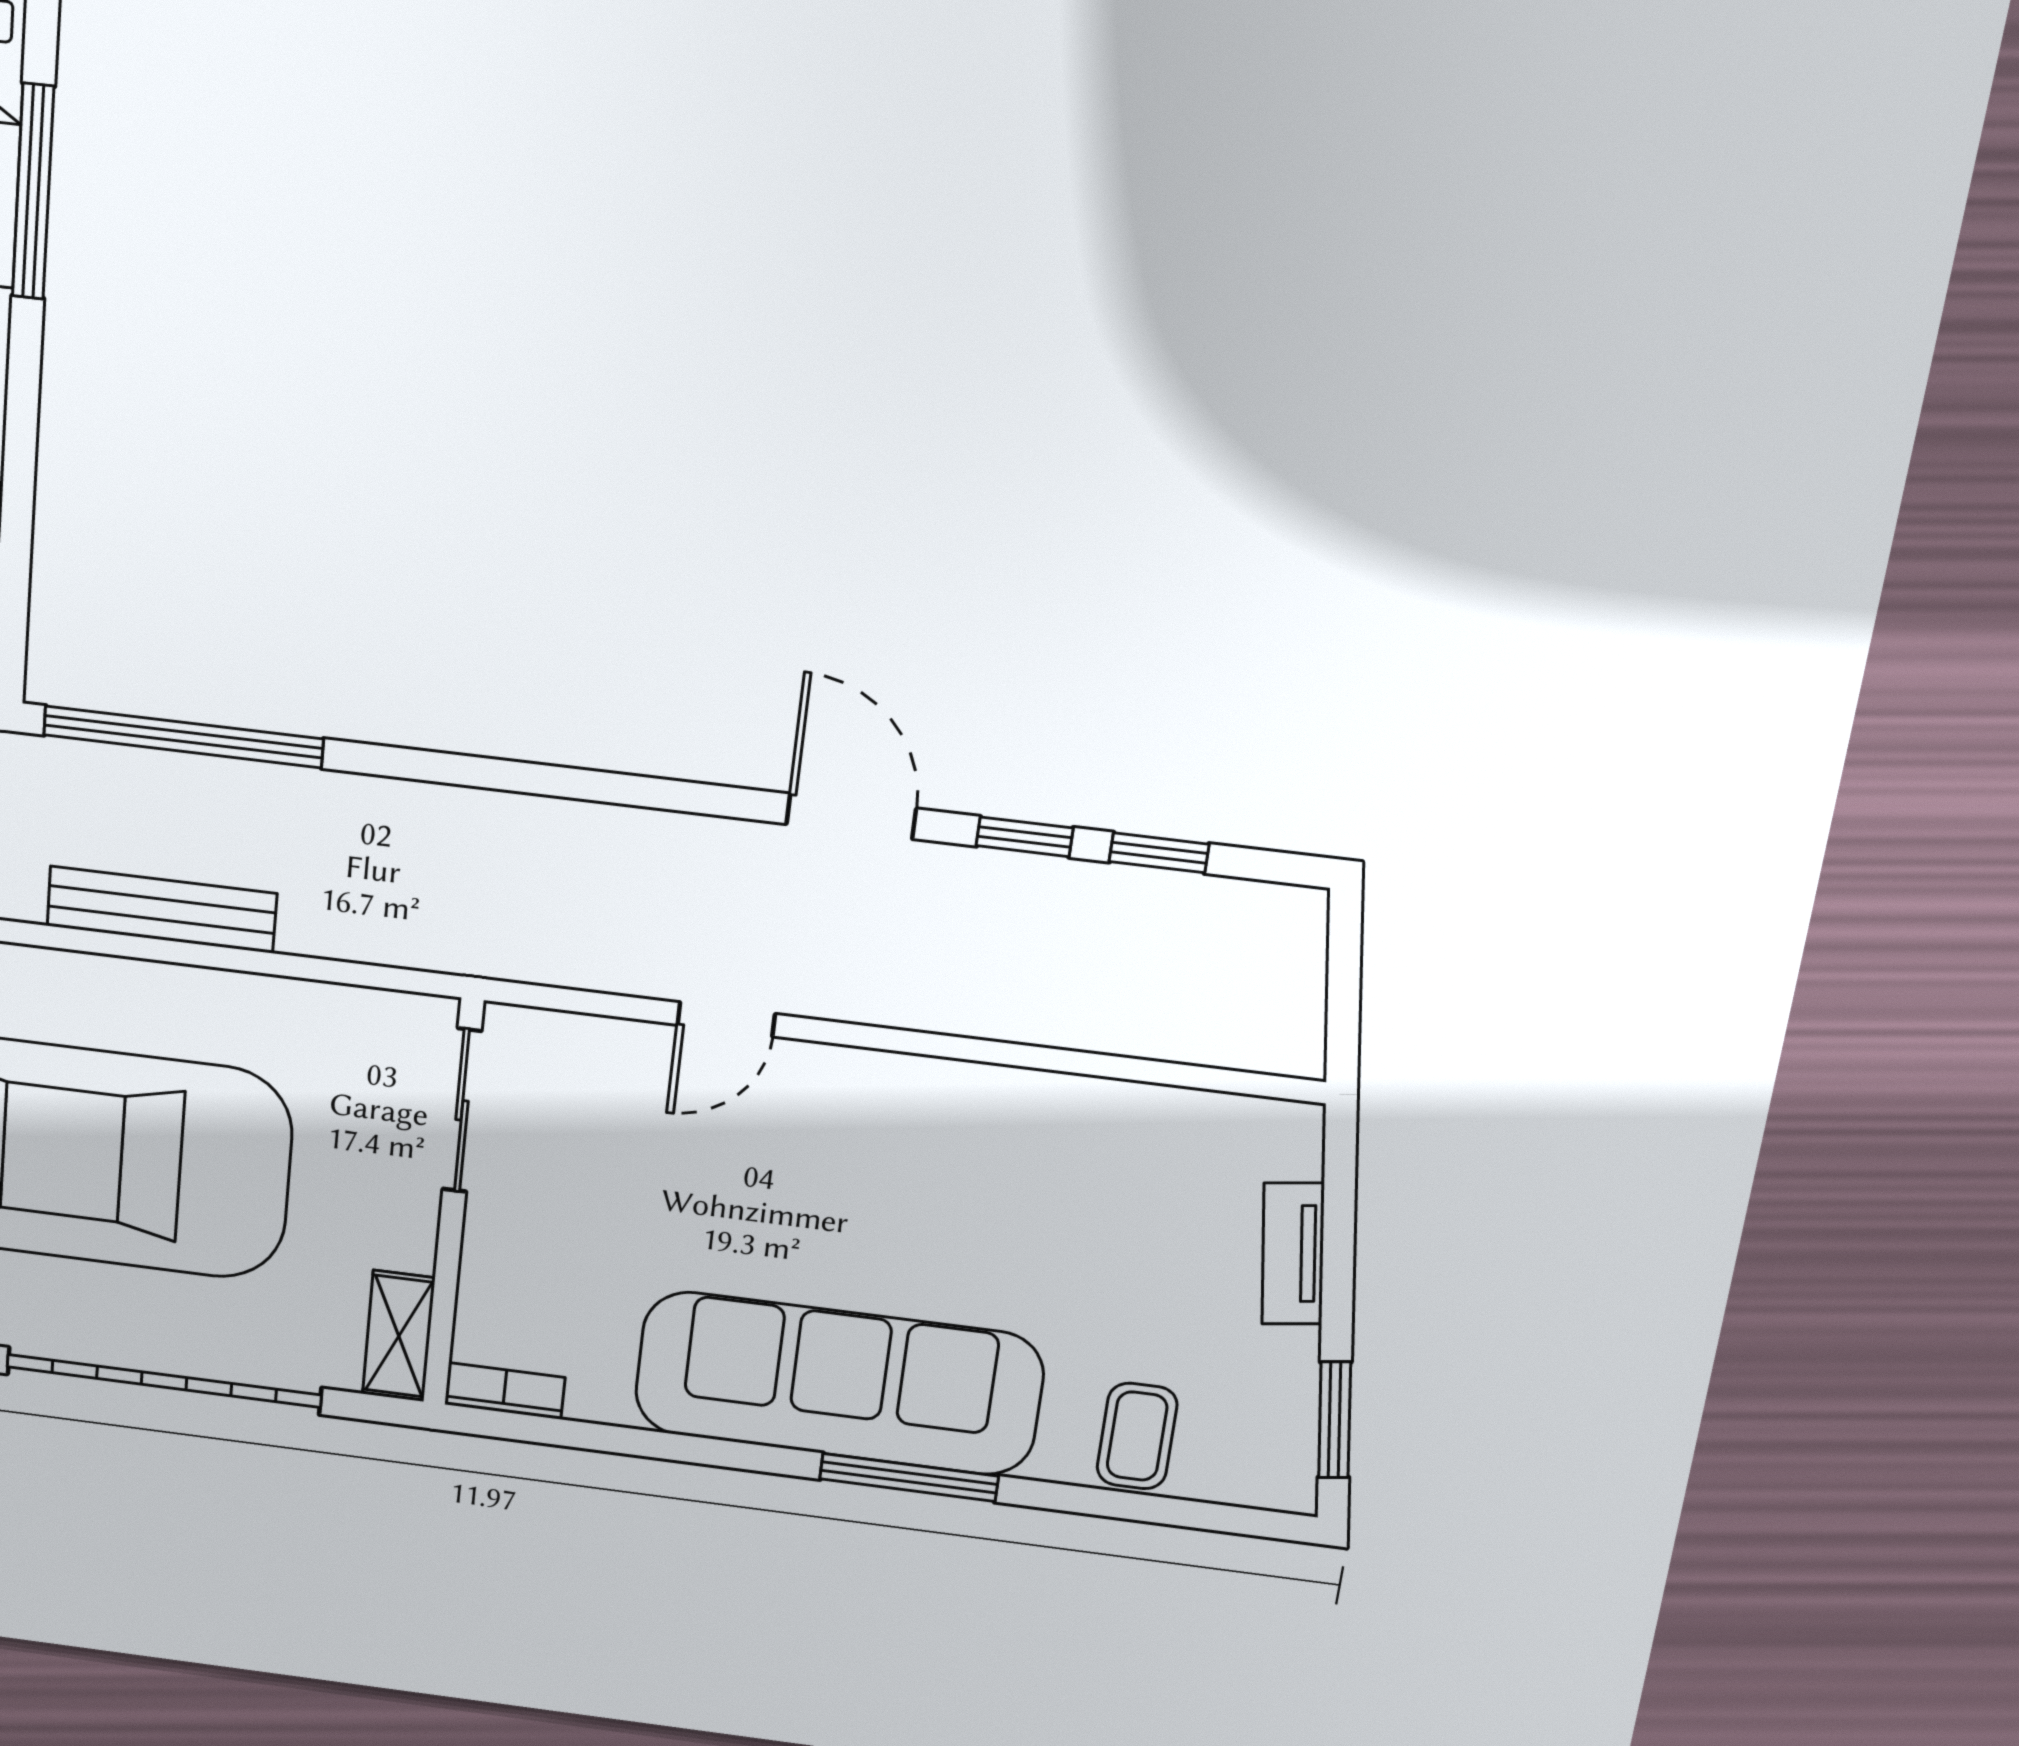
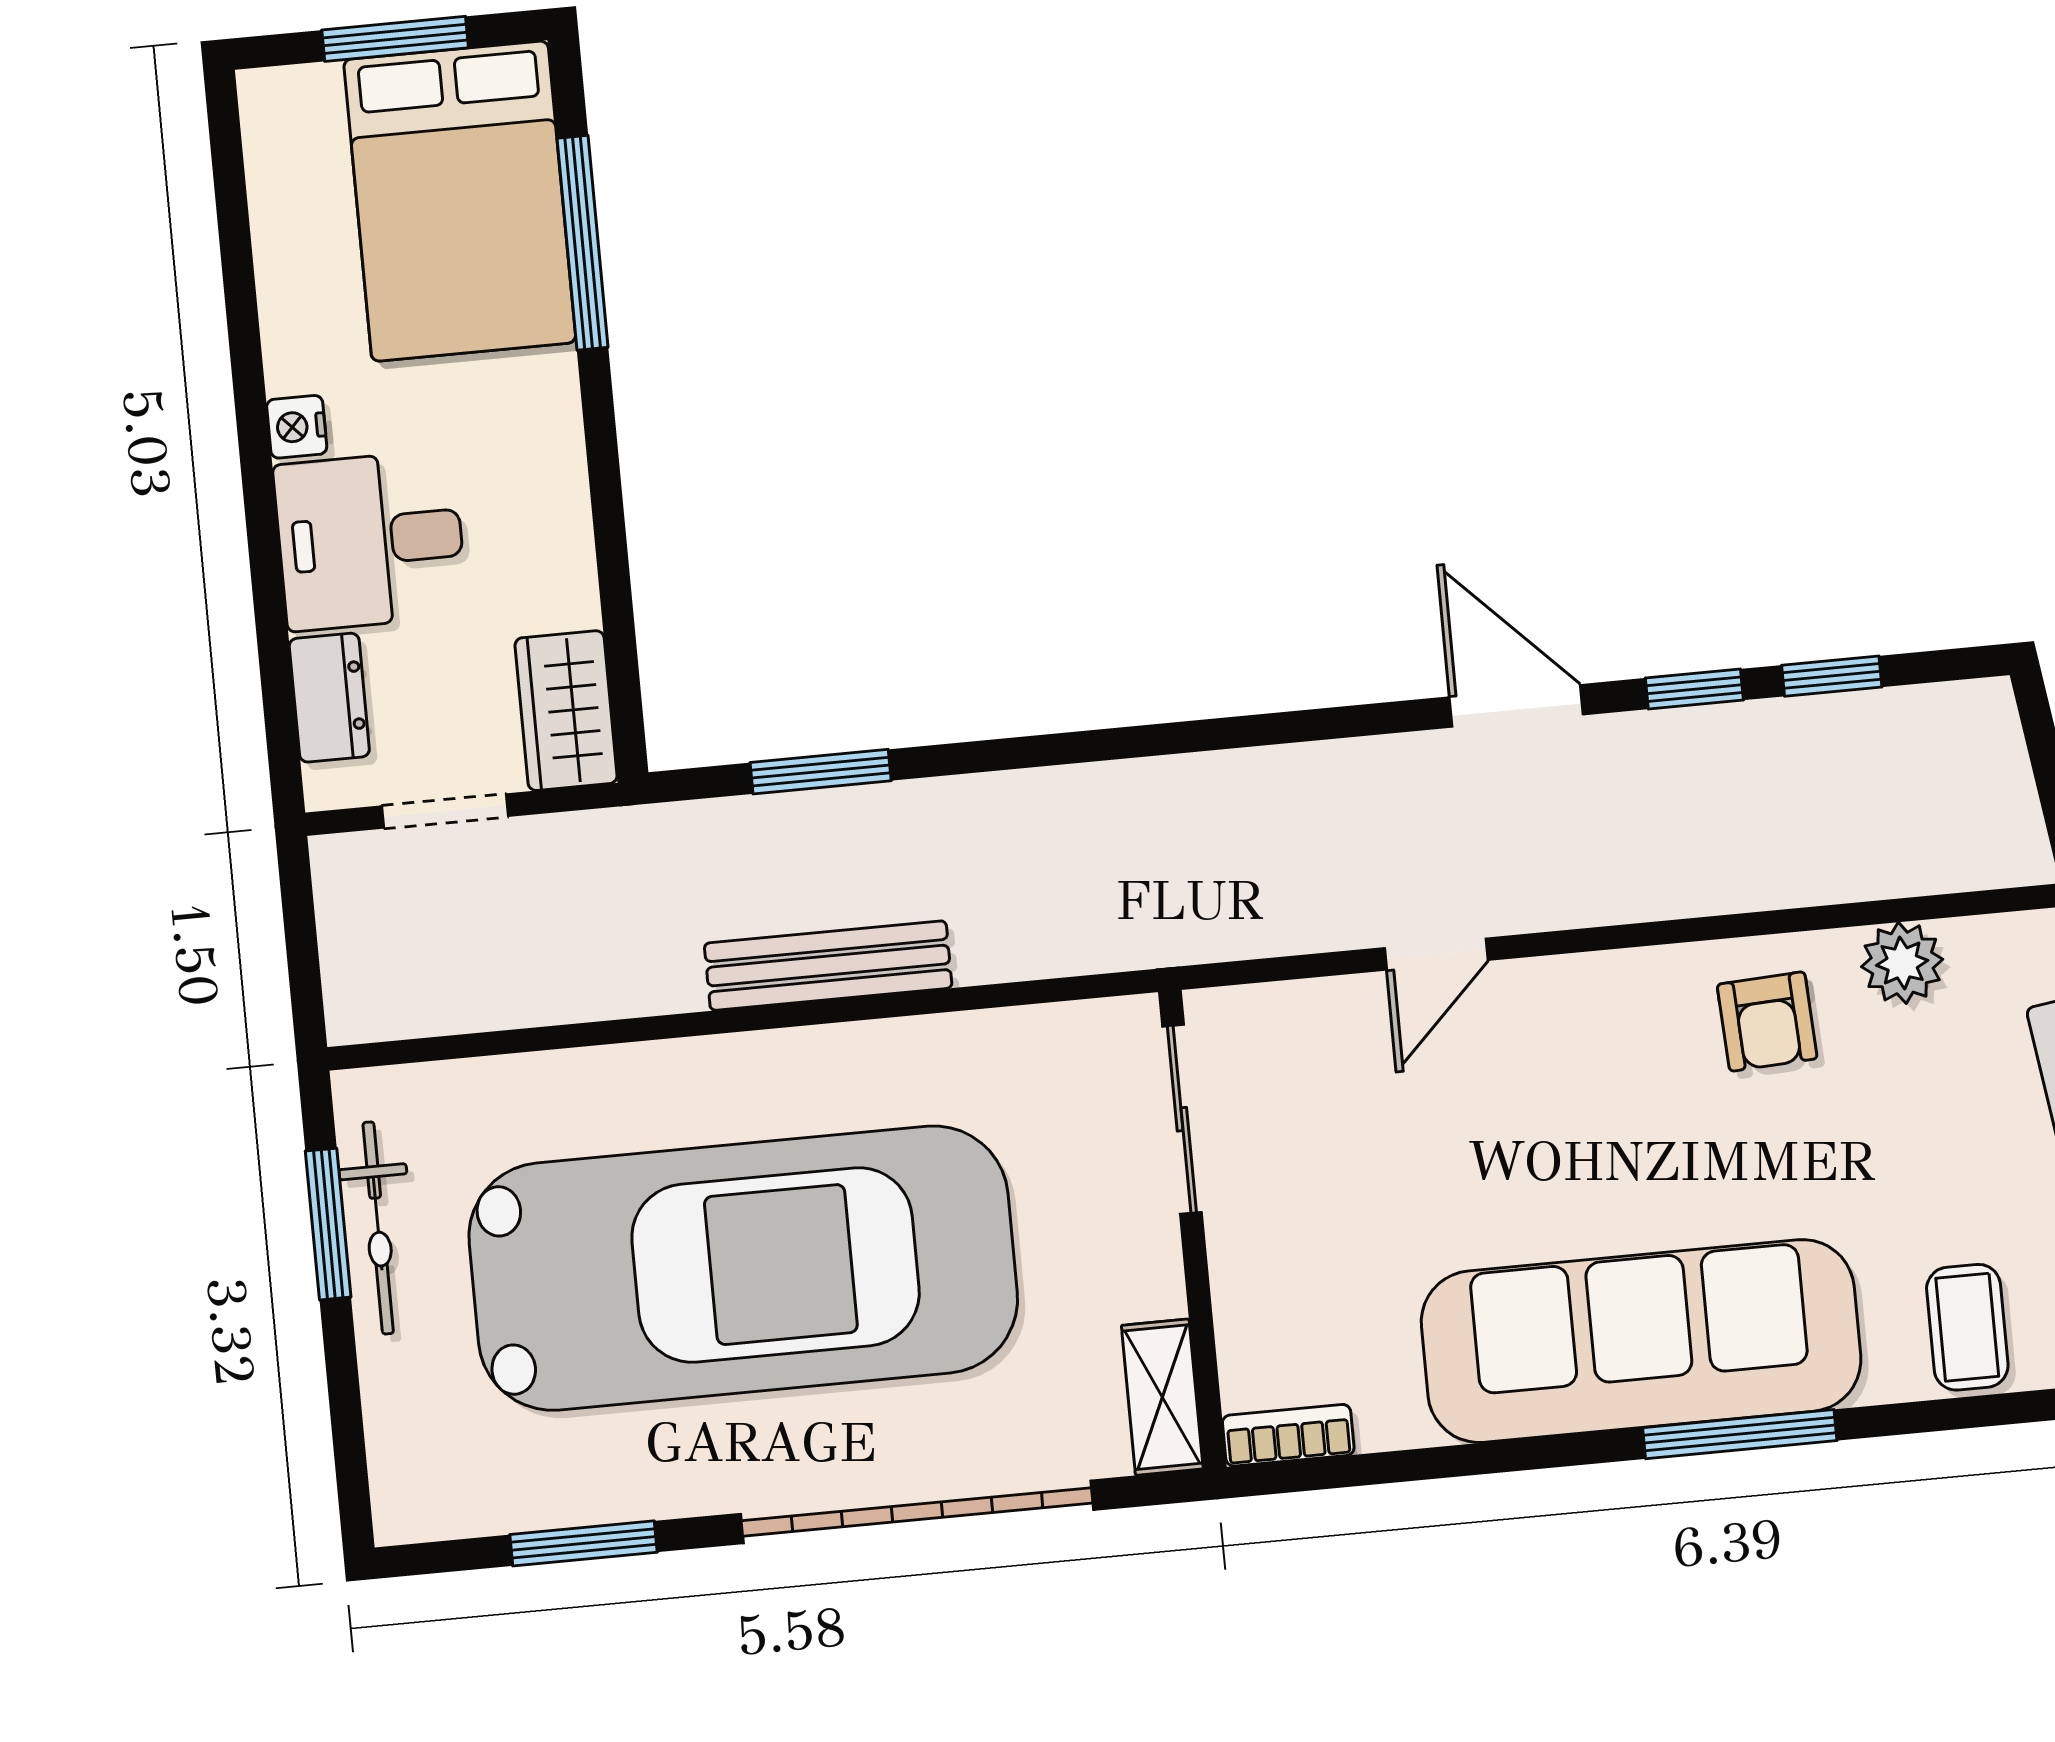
window: (183, 737) -> (821, 772), width x0.47
plant: (1159, 1120) -> (1902, 963), added
armchair: (1020, 1143) -> (1767, 1021), added

